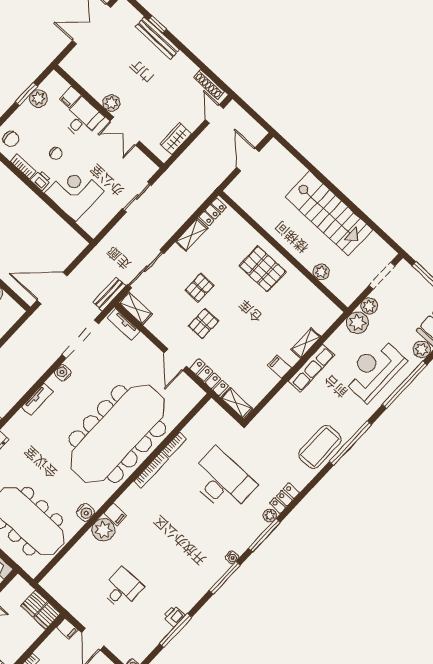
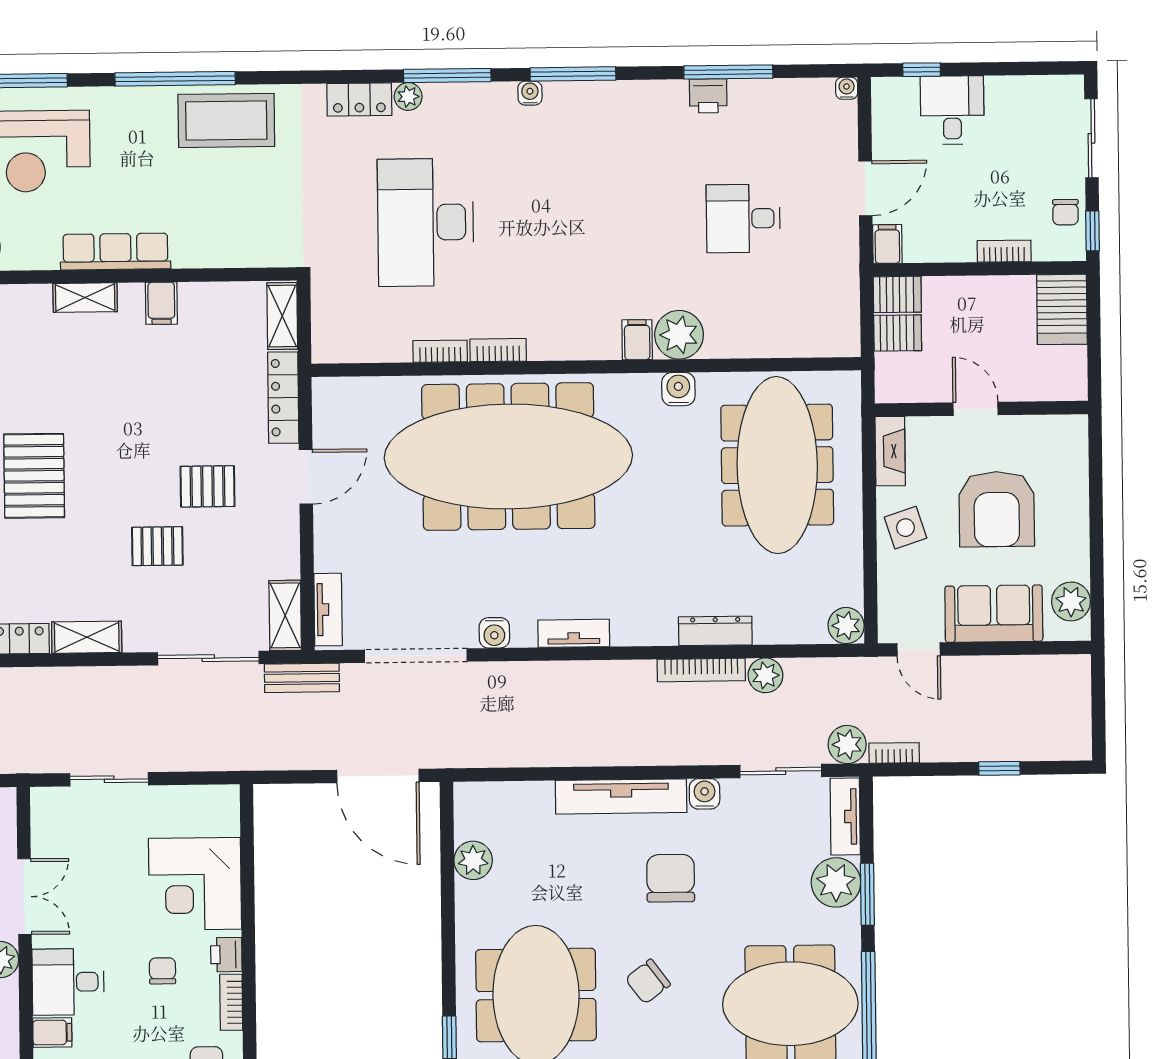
bookcase: (151, 470) -> (498, 350), width x0.64

